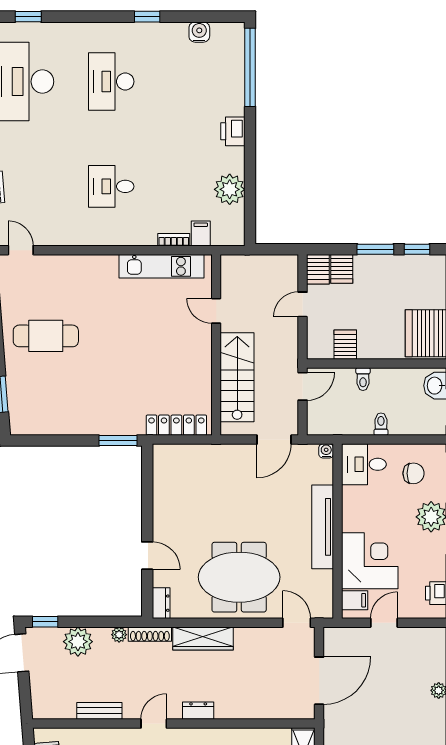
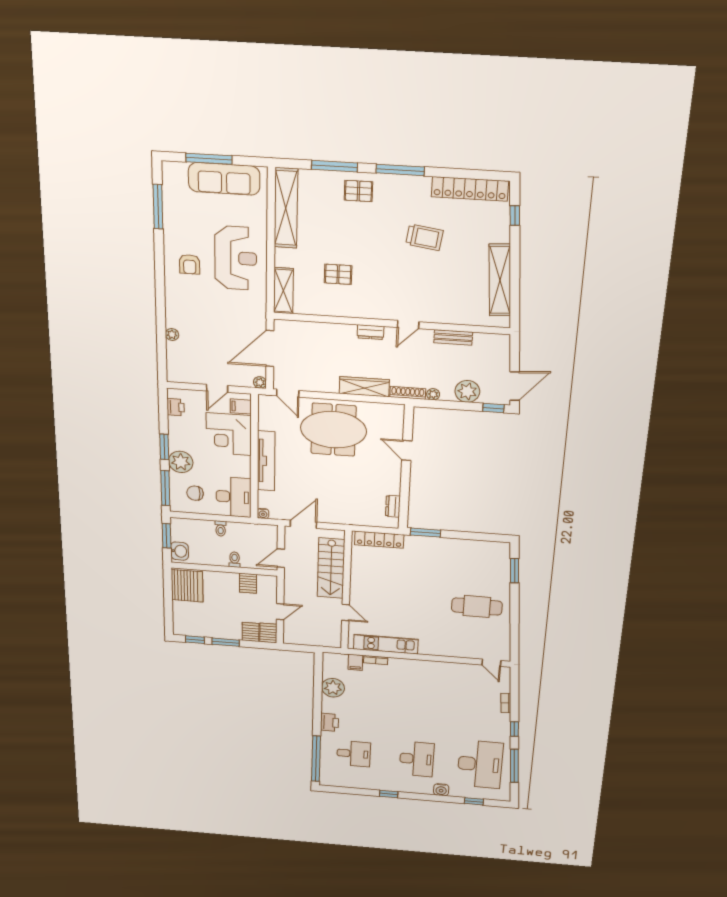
water cooler: (199, 32) -> (441, 790), moved
desk: (111, 186) -> (354, 754), moved
desk: (364, 464) -> (234, 497), width x1.37
dresser: (161, 603) -> (393, 506), moved
plant: (331, 635) -> (260, 382), added

